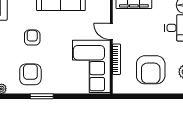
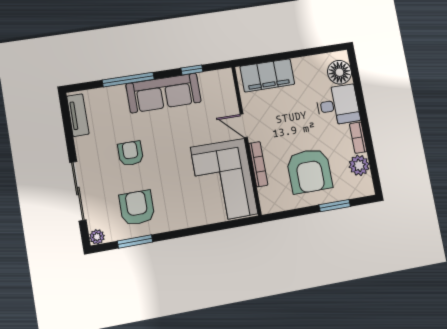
window: (42, 96) -> (135, 242), moved
window: (164, 96) -> (335, 206), added

